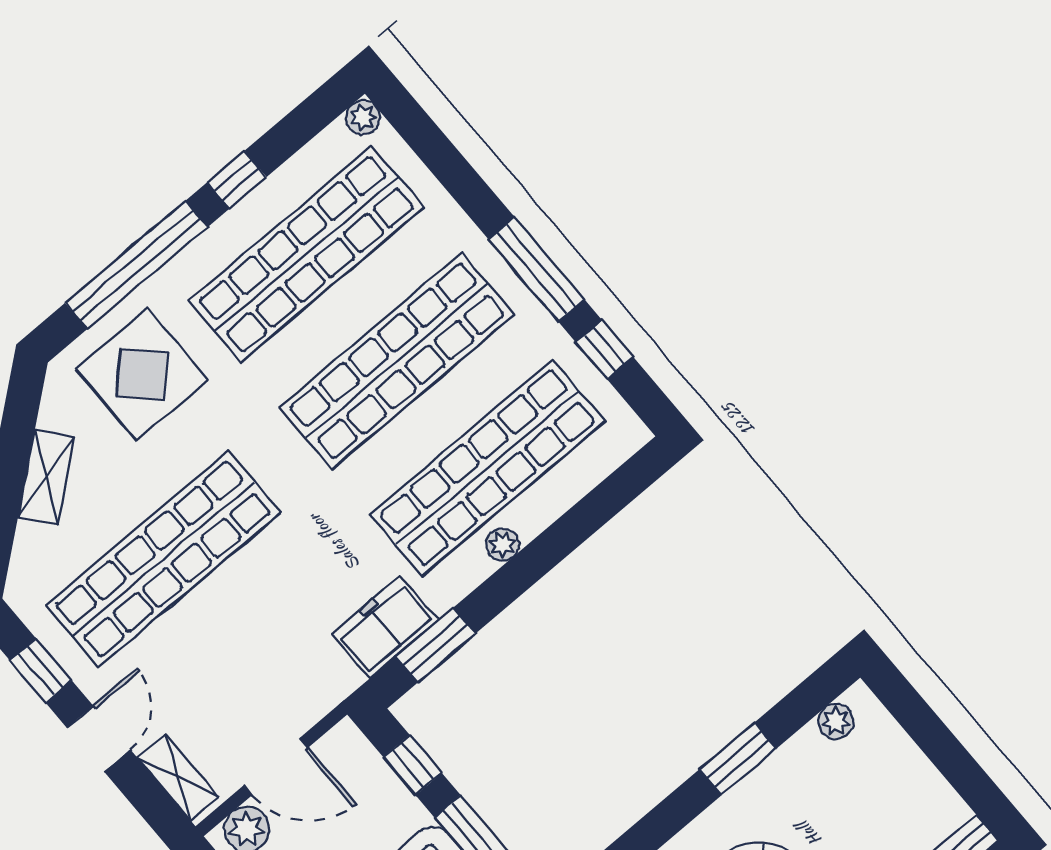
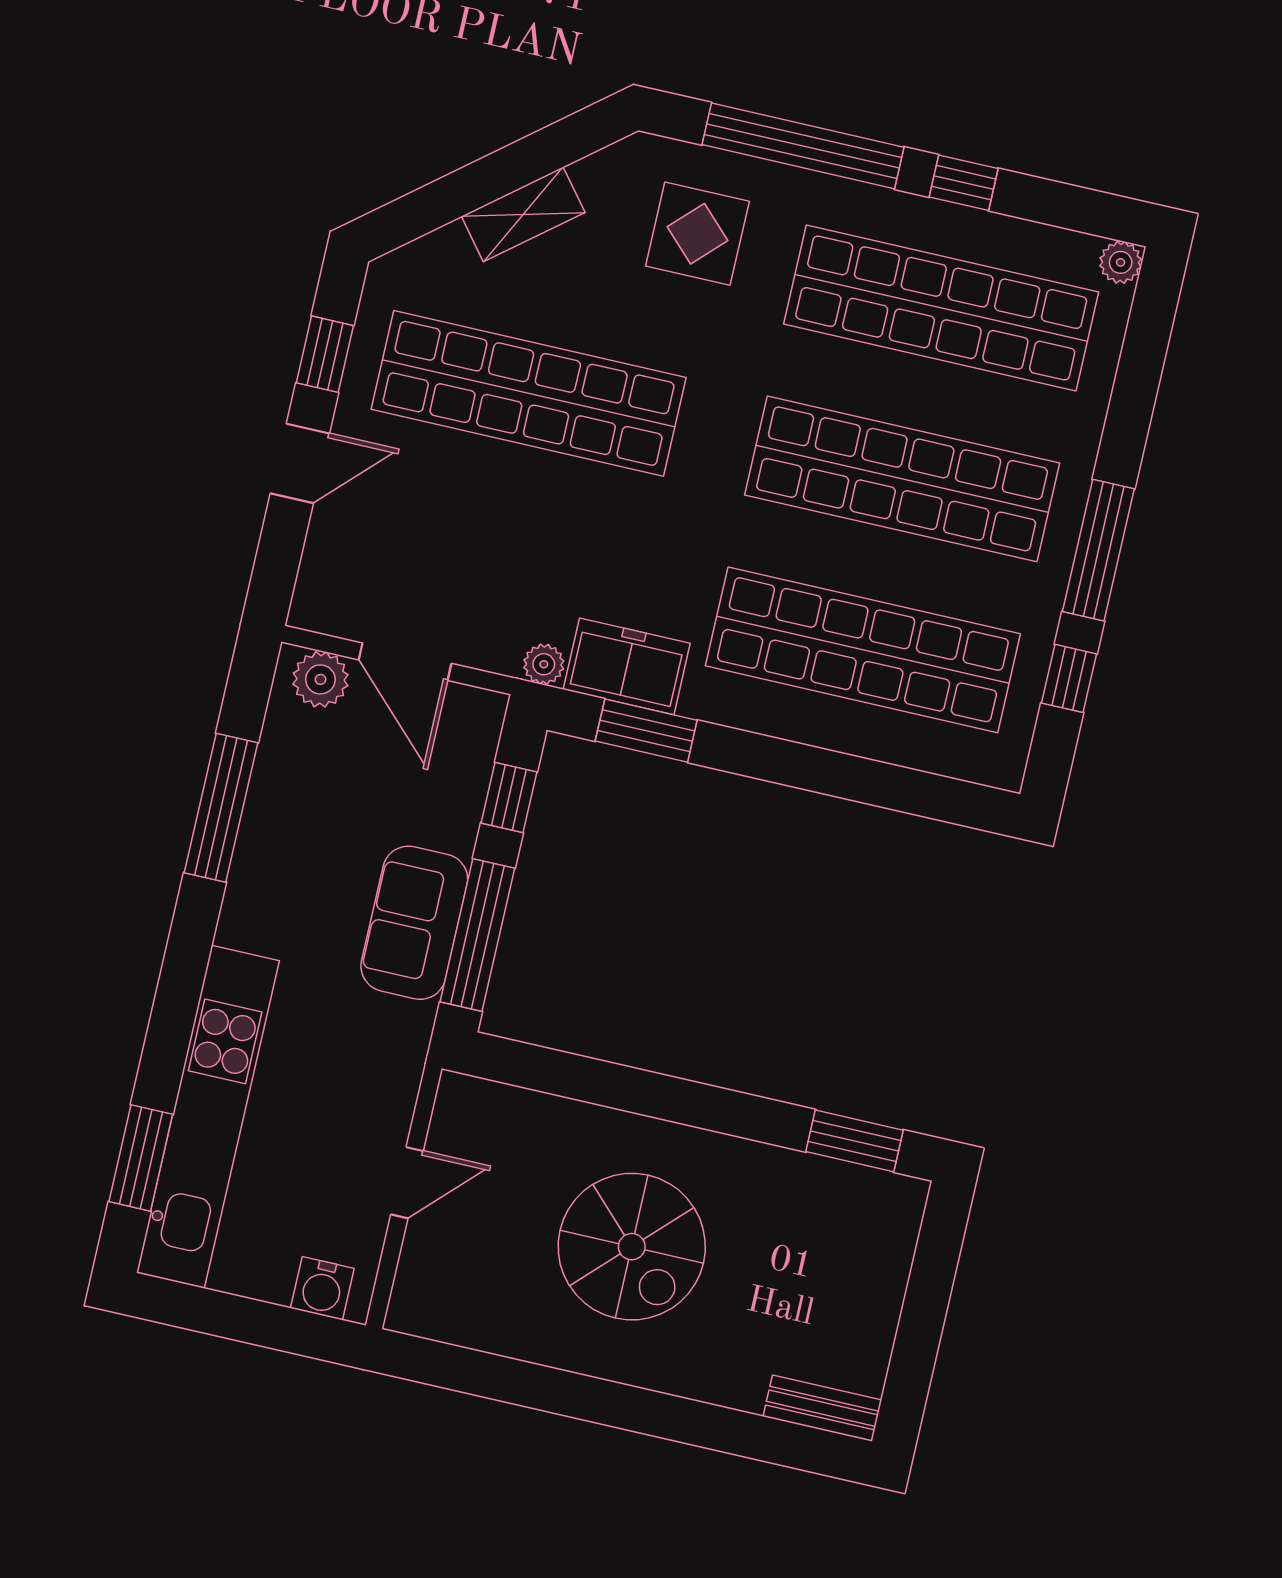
display table: (142, 374) -> (697, 234), width x0.73, depth x0.73
plant: (502, 545) -> (544, 664), moved
plant: (836, 721) -> (870, 1189), removed
window: (738, 759) -> (854, 1141), moved
shelving: (178, 777) -> (321, 572), removed

